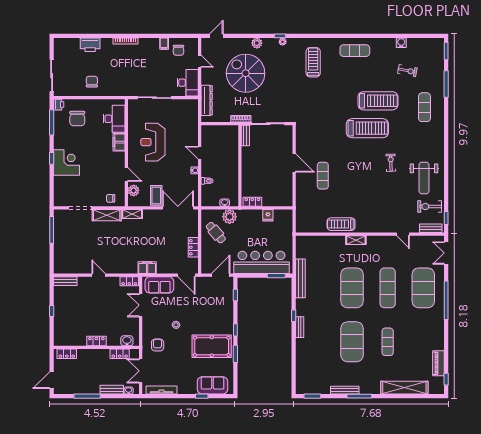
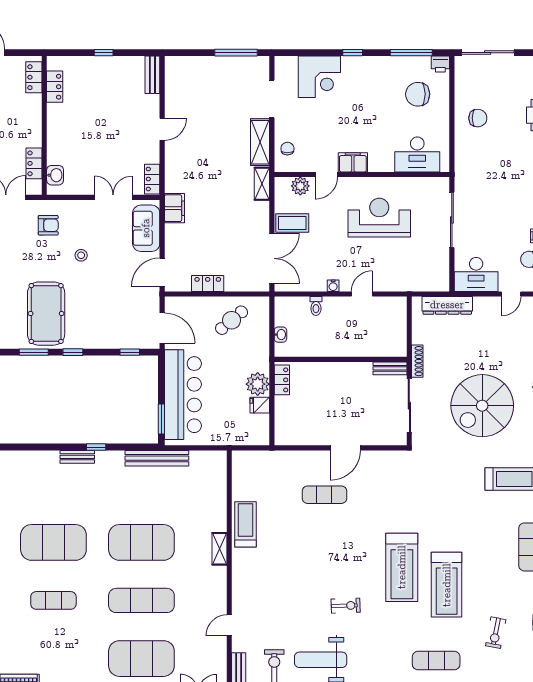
spiral stairs: (246, 73) -> (482, 406), moved, turned 180
filing cabinet: (119, 142) -> (353, 162), moved
corner desk: (67, 163) -> (319, 77), moved
plant: (230, 217) -> (258, 384), moved
locker: (96, 341) -> (55, 87), moved

